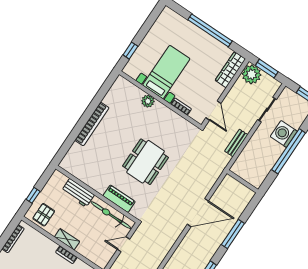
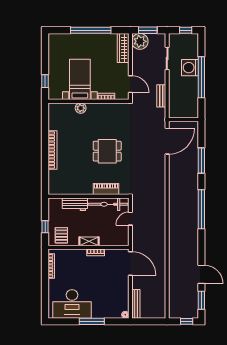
dining table: (145, 162) -> (107, 151), width x0.73
door: (198, 213) -> (167, 141), moved

